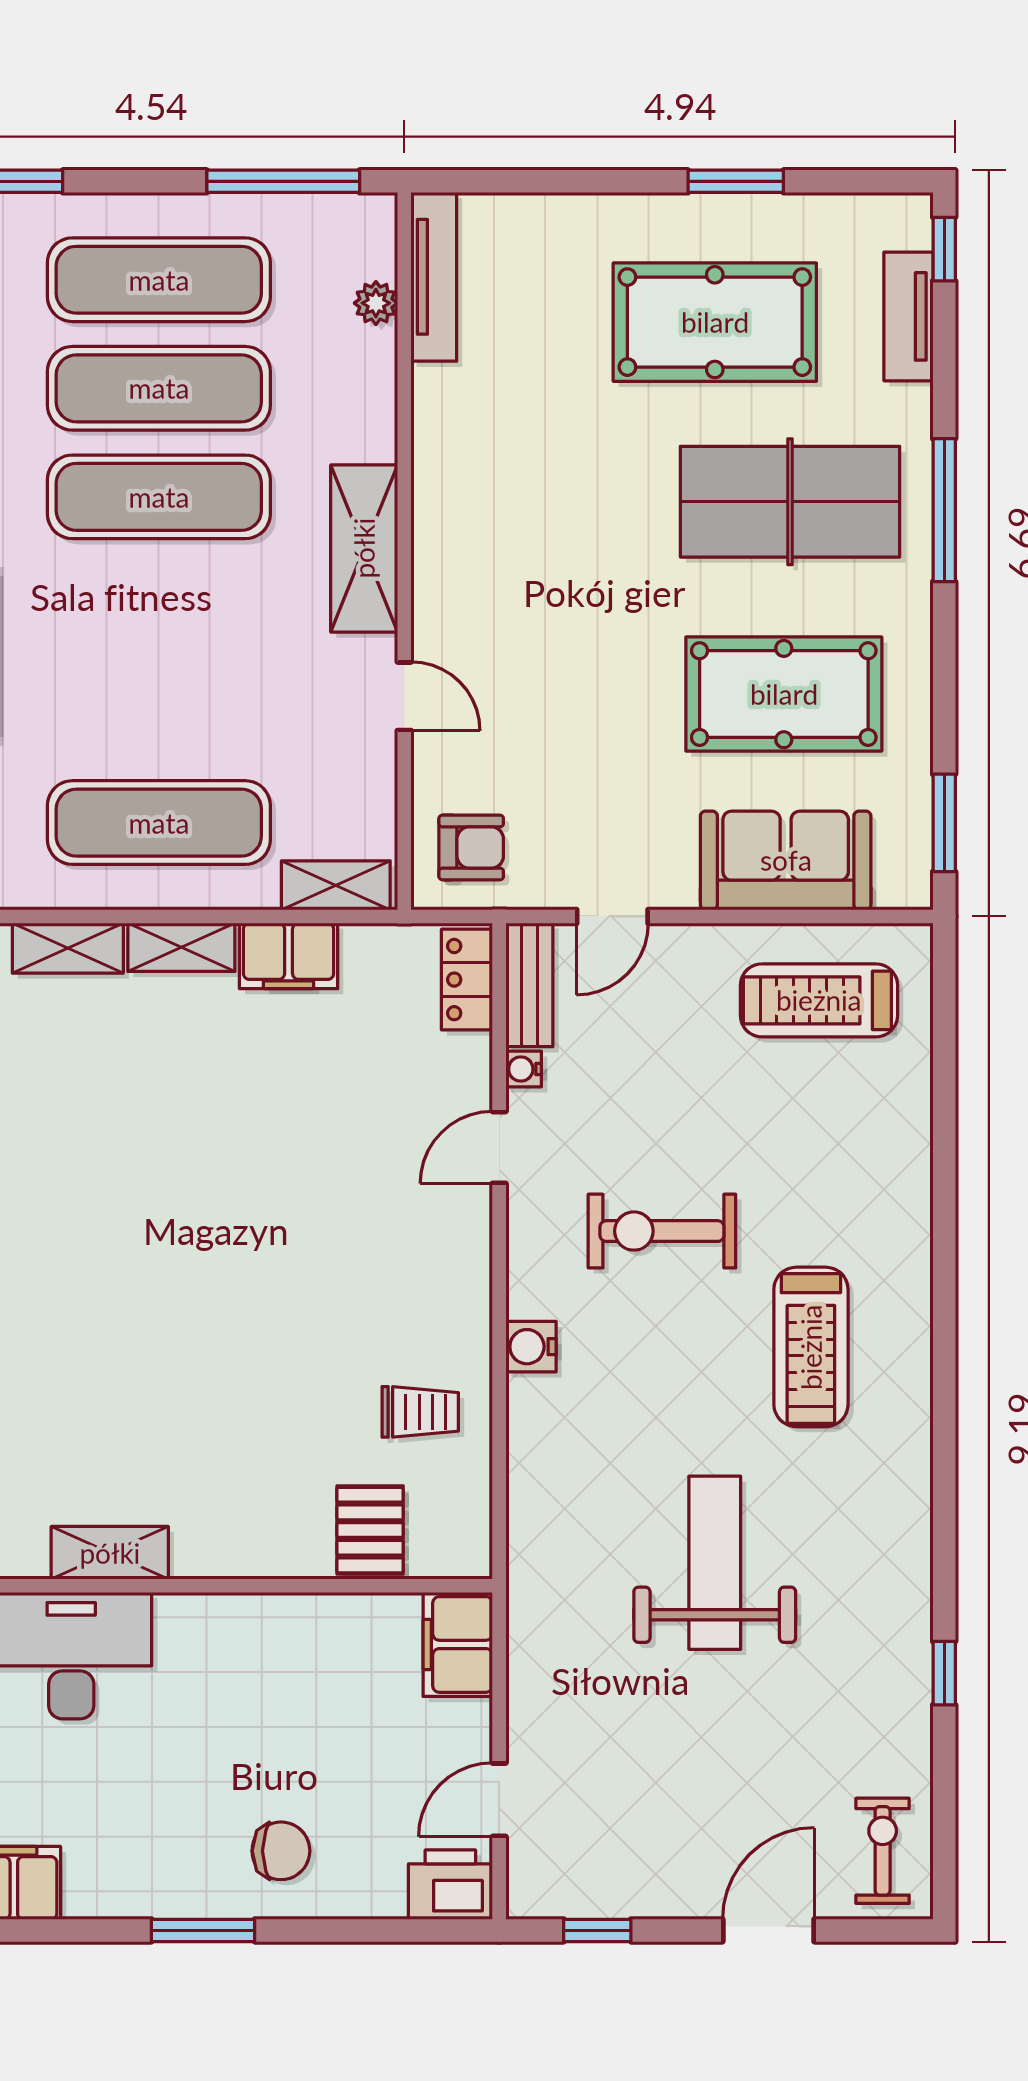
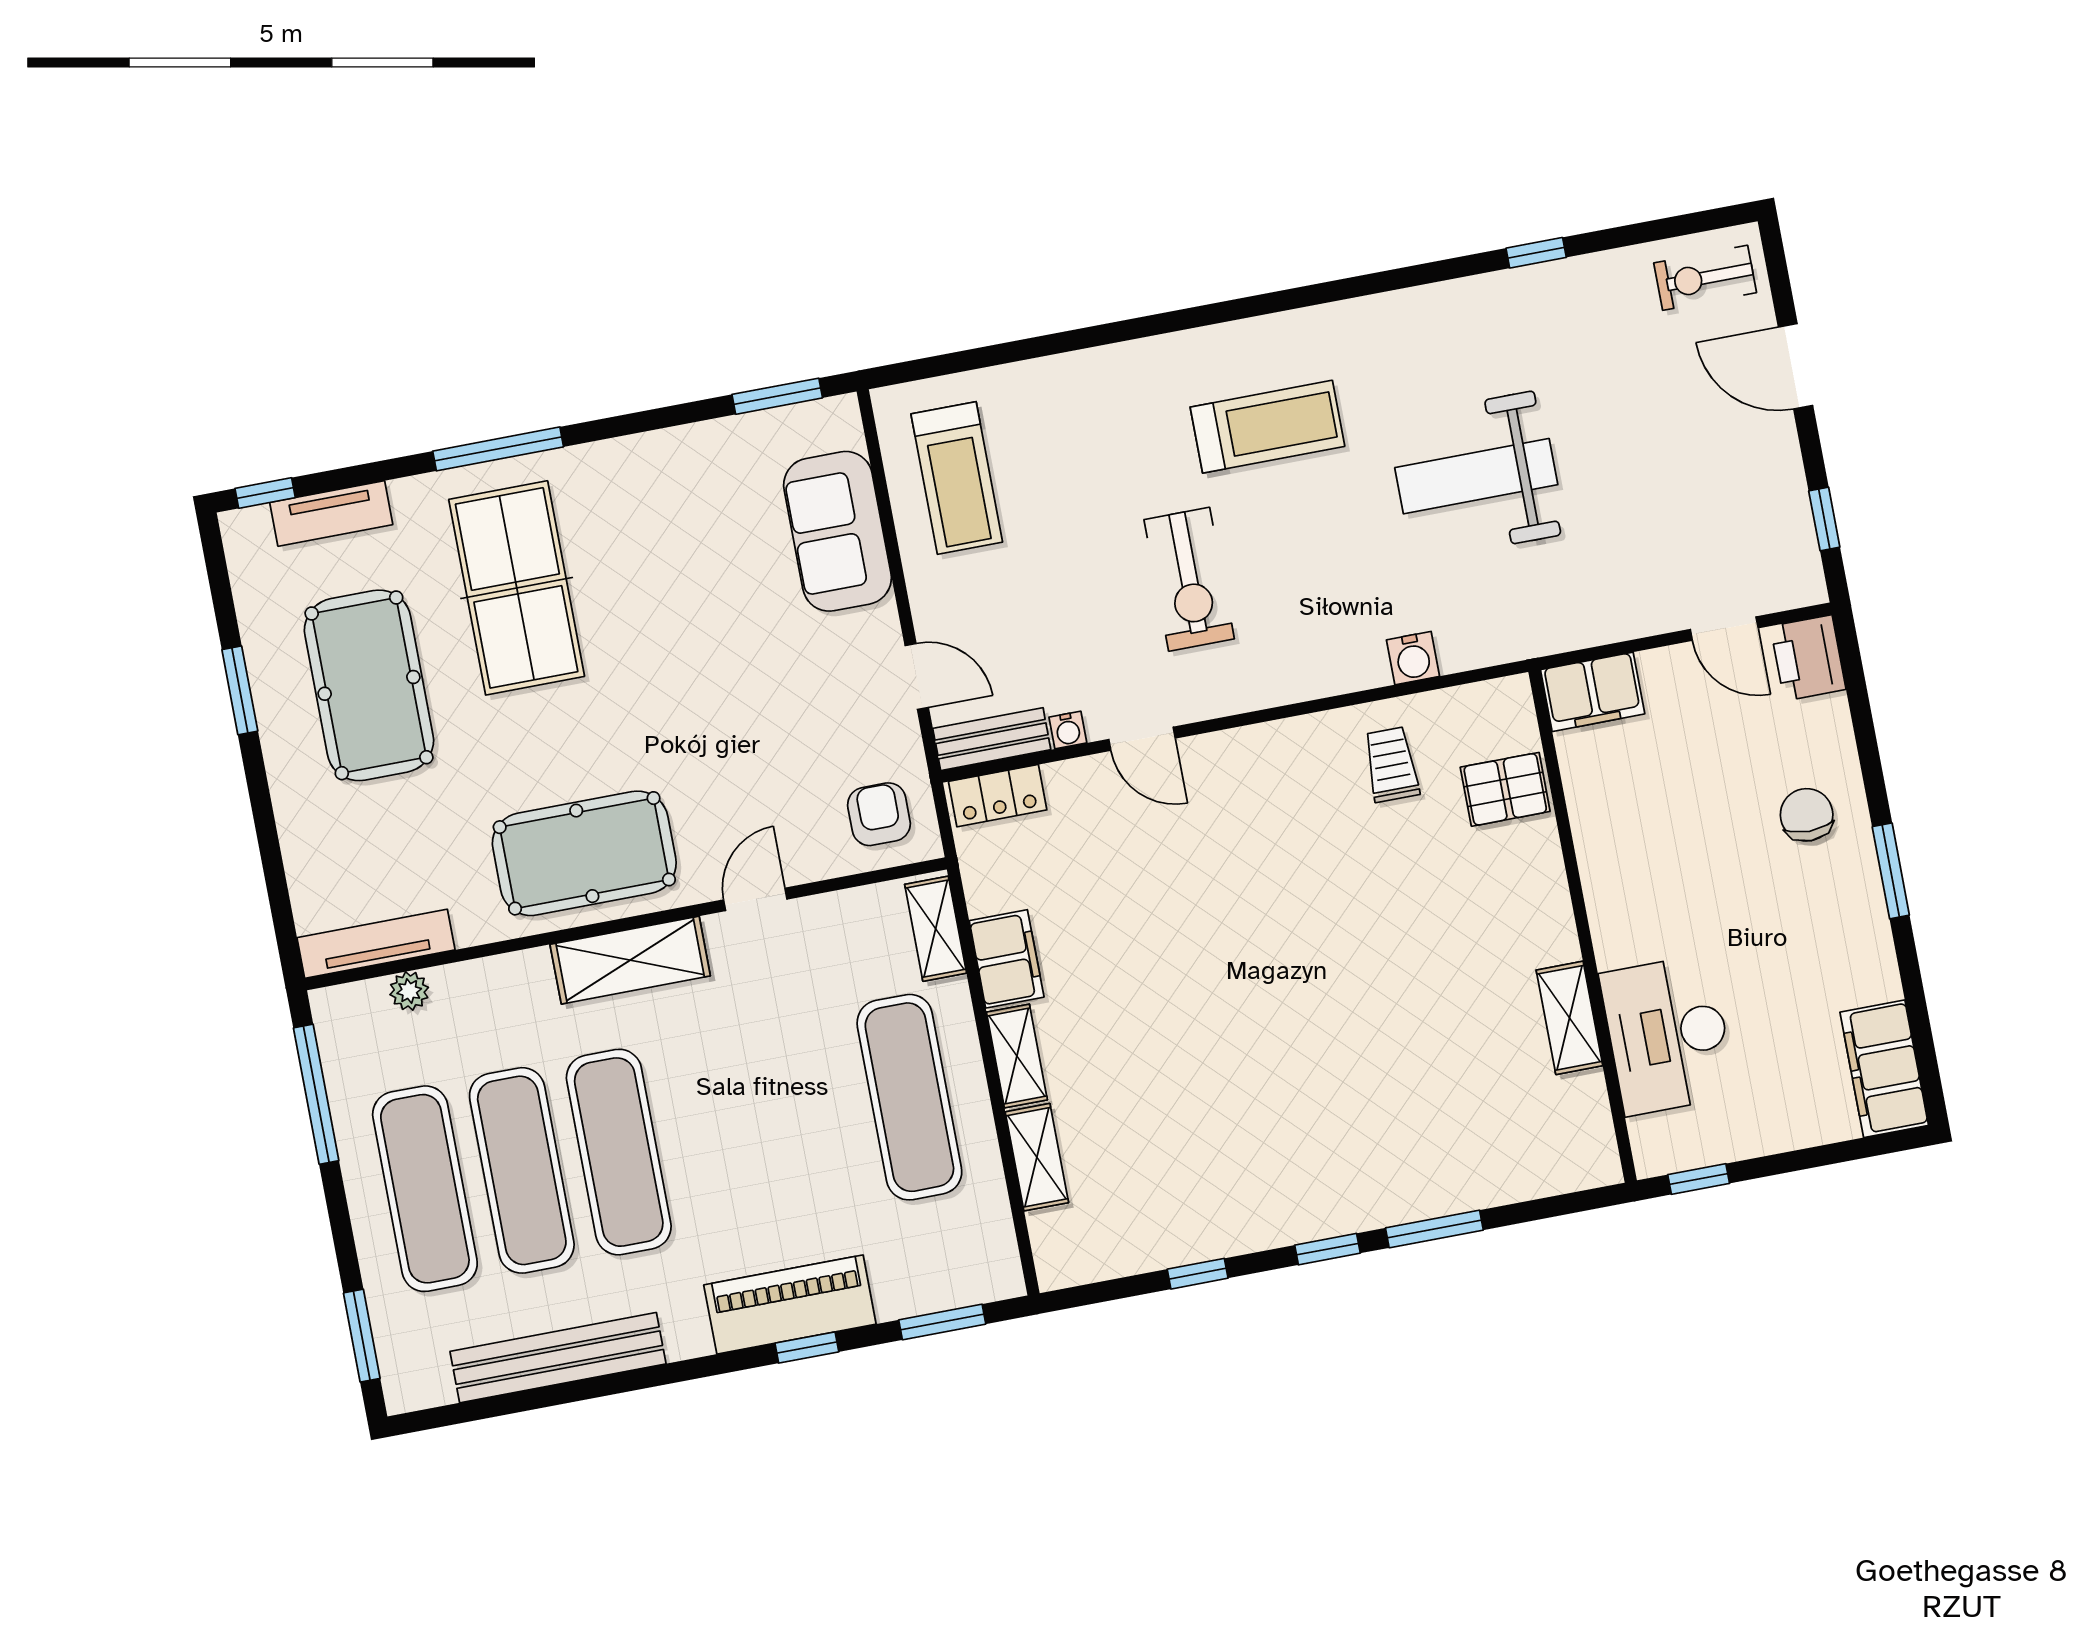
pool table: (784, 694) -> (584, 853), moved, turned 90
water cooler: (531, 1347) -> (1413, 658), moved

